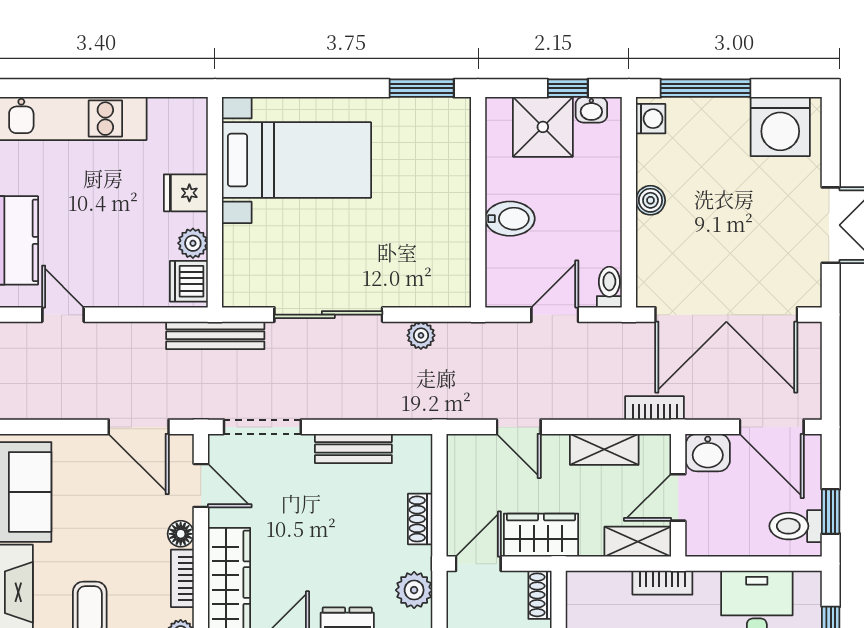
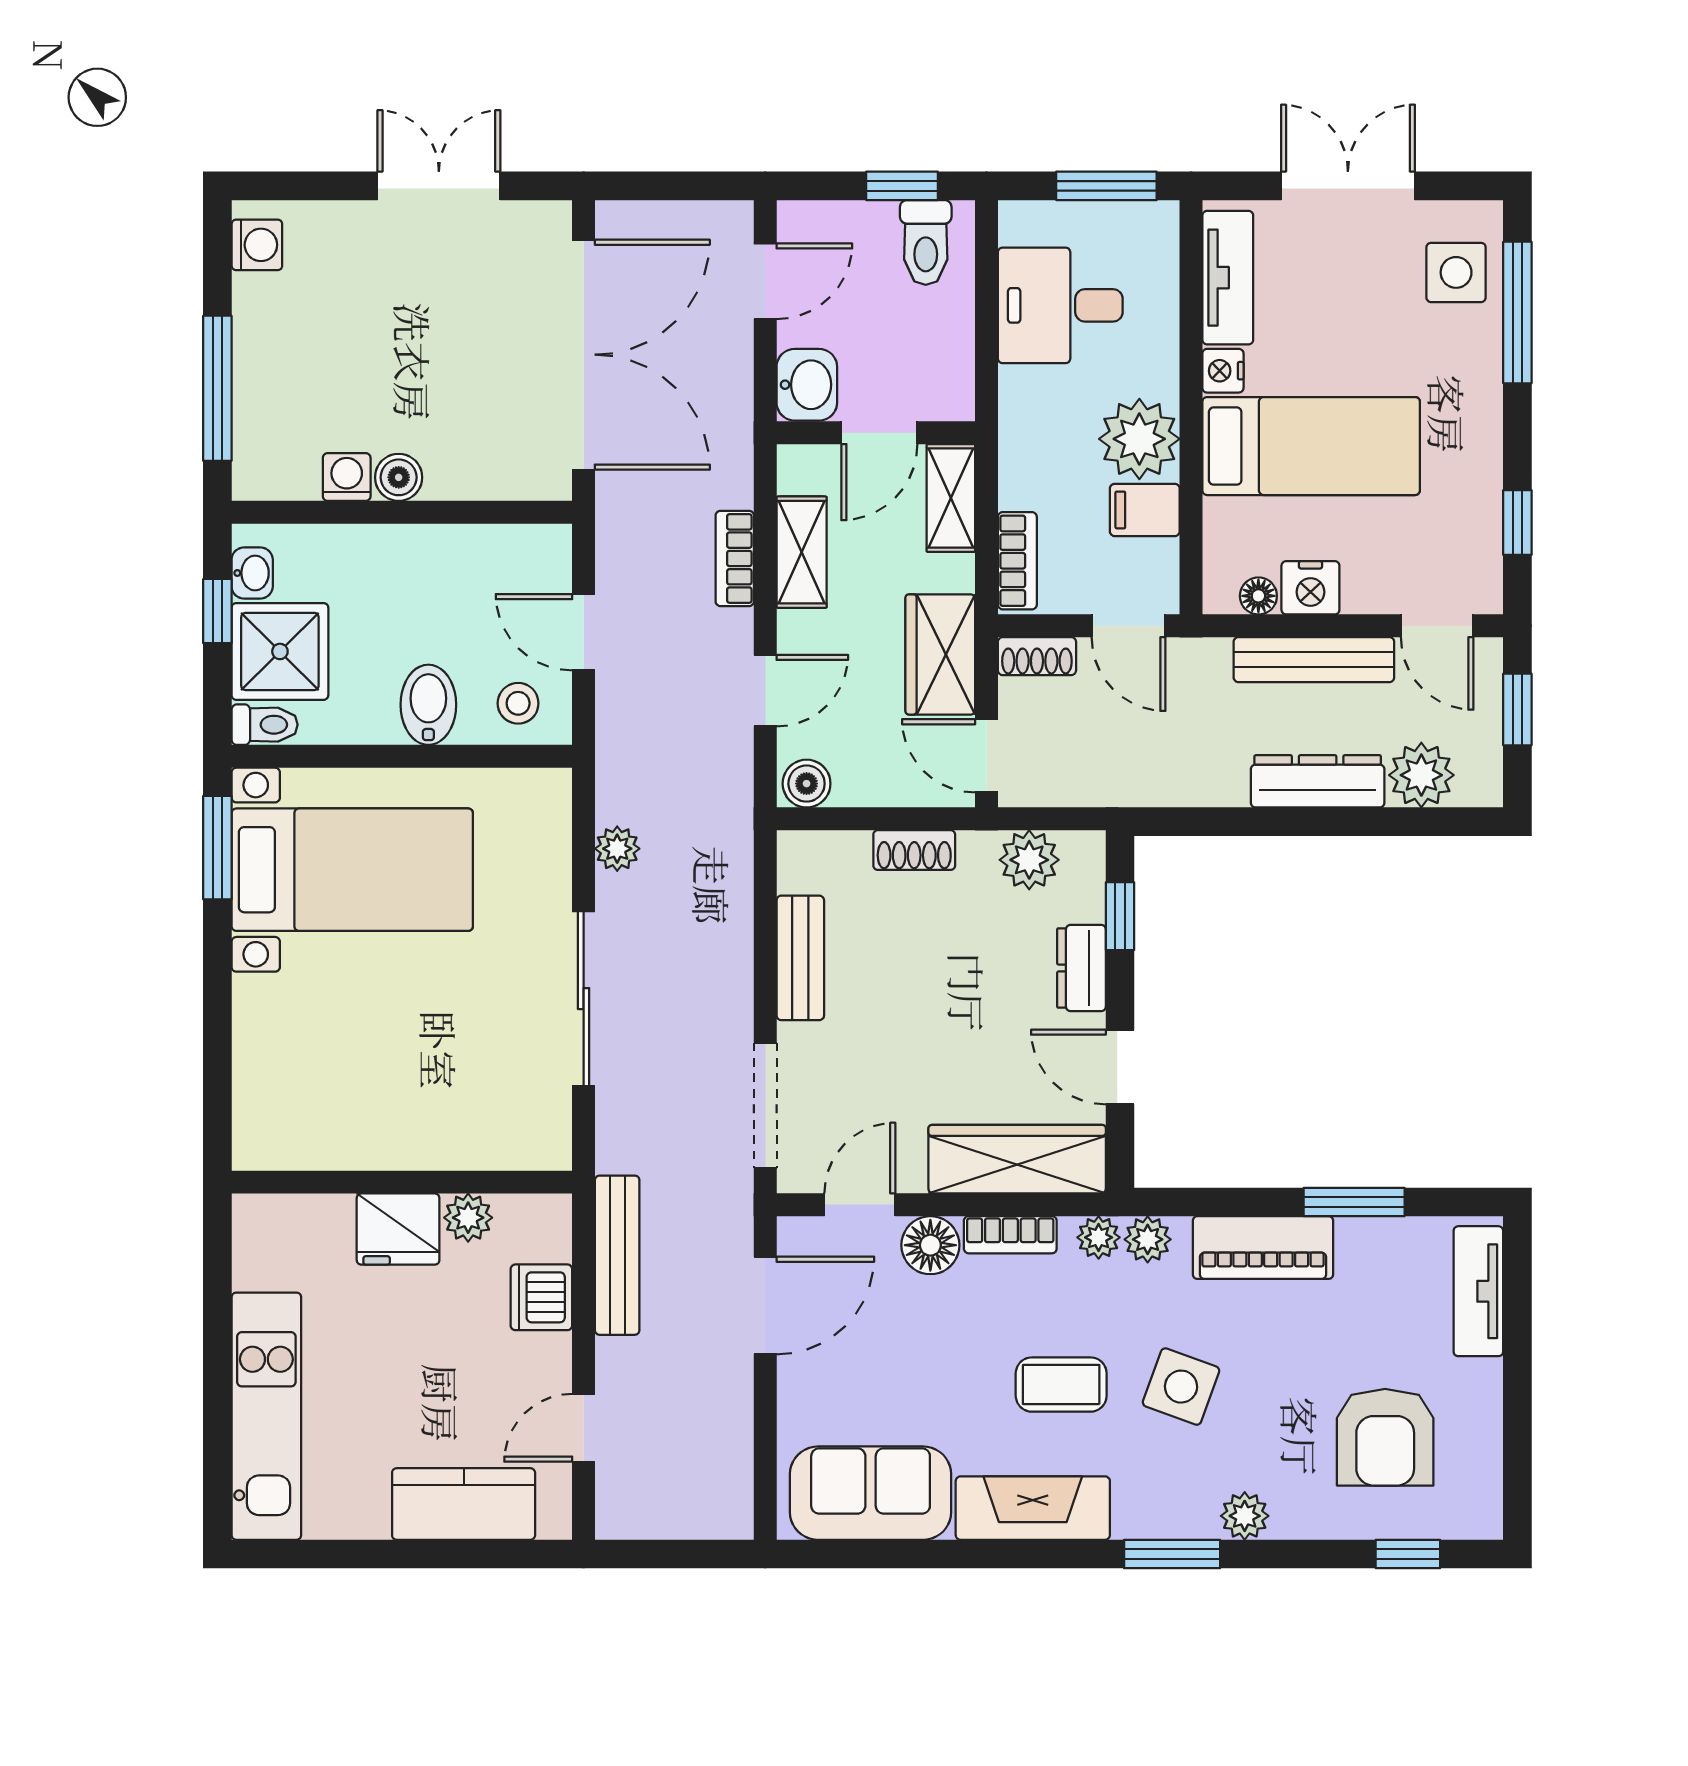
washing machine: (651, 119) -> (347, 477), moved
washing machine: (780, 127) -> (257, 245), width x0.53, depth x0.53
bed with nightstands: (296, 160) -> (352, 870), moved, turned 90
fridge: (186, 193) -> (398, 1229), width x1.38
stool: (511, 274) -> (518, 703), added
dishwasher: (189, 281) -> (541, 1297), moved, turned 90
toilet: (609, 287) -> (265, 725), moved, turned 180
bench: (215, 335) -> (617, 1255), moved
bookcase: (655, 408) -> (735, 558), moved
door: (772, 427) -> (765, 281), width x0.73
boiler: (461, 452) -> (807, 784), added
door: (678, 497) -> (879, 433), hinge flipped
floor lamp: (181, 534) -> (930, 1245), width x1.37, depth x1.37
bookcase: (662, 583) -> (1017, 561), moved

